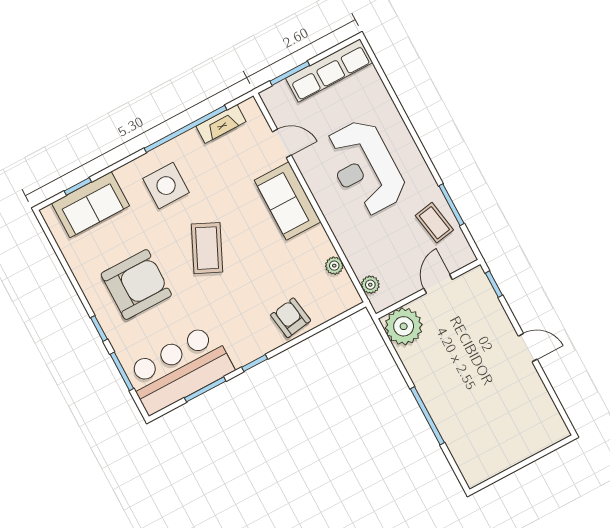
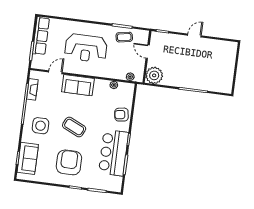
bar counter: (179, 369) -> (113, 153), moved

